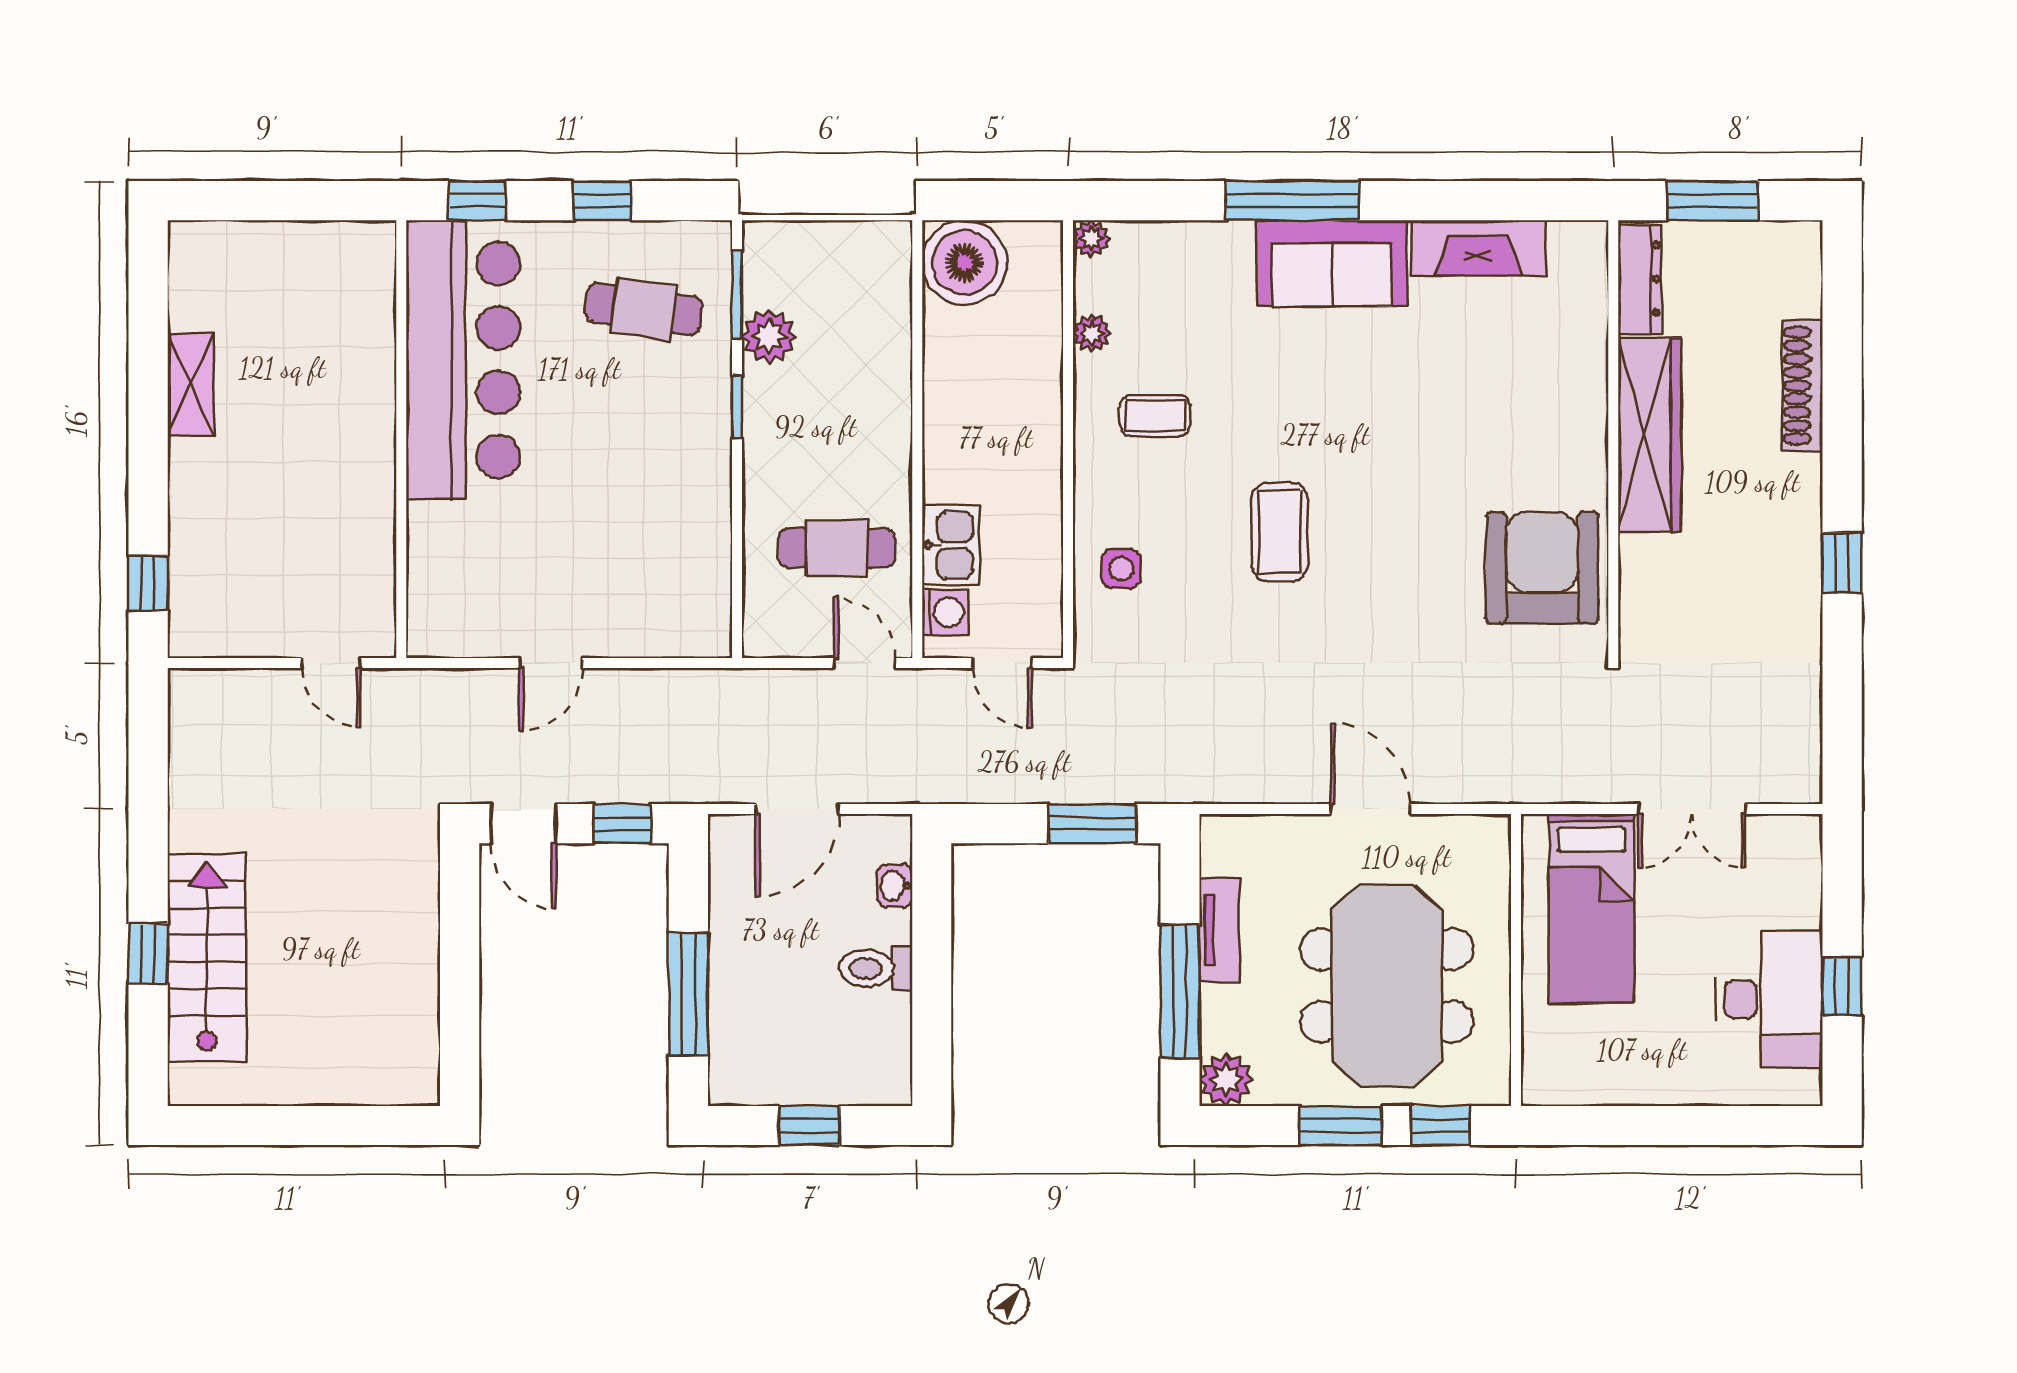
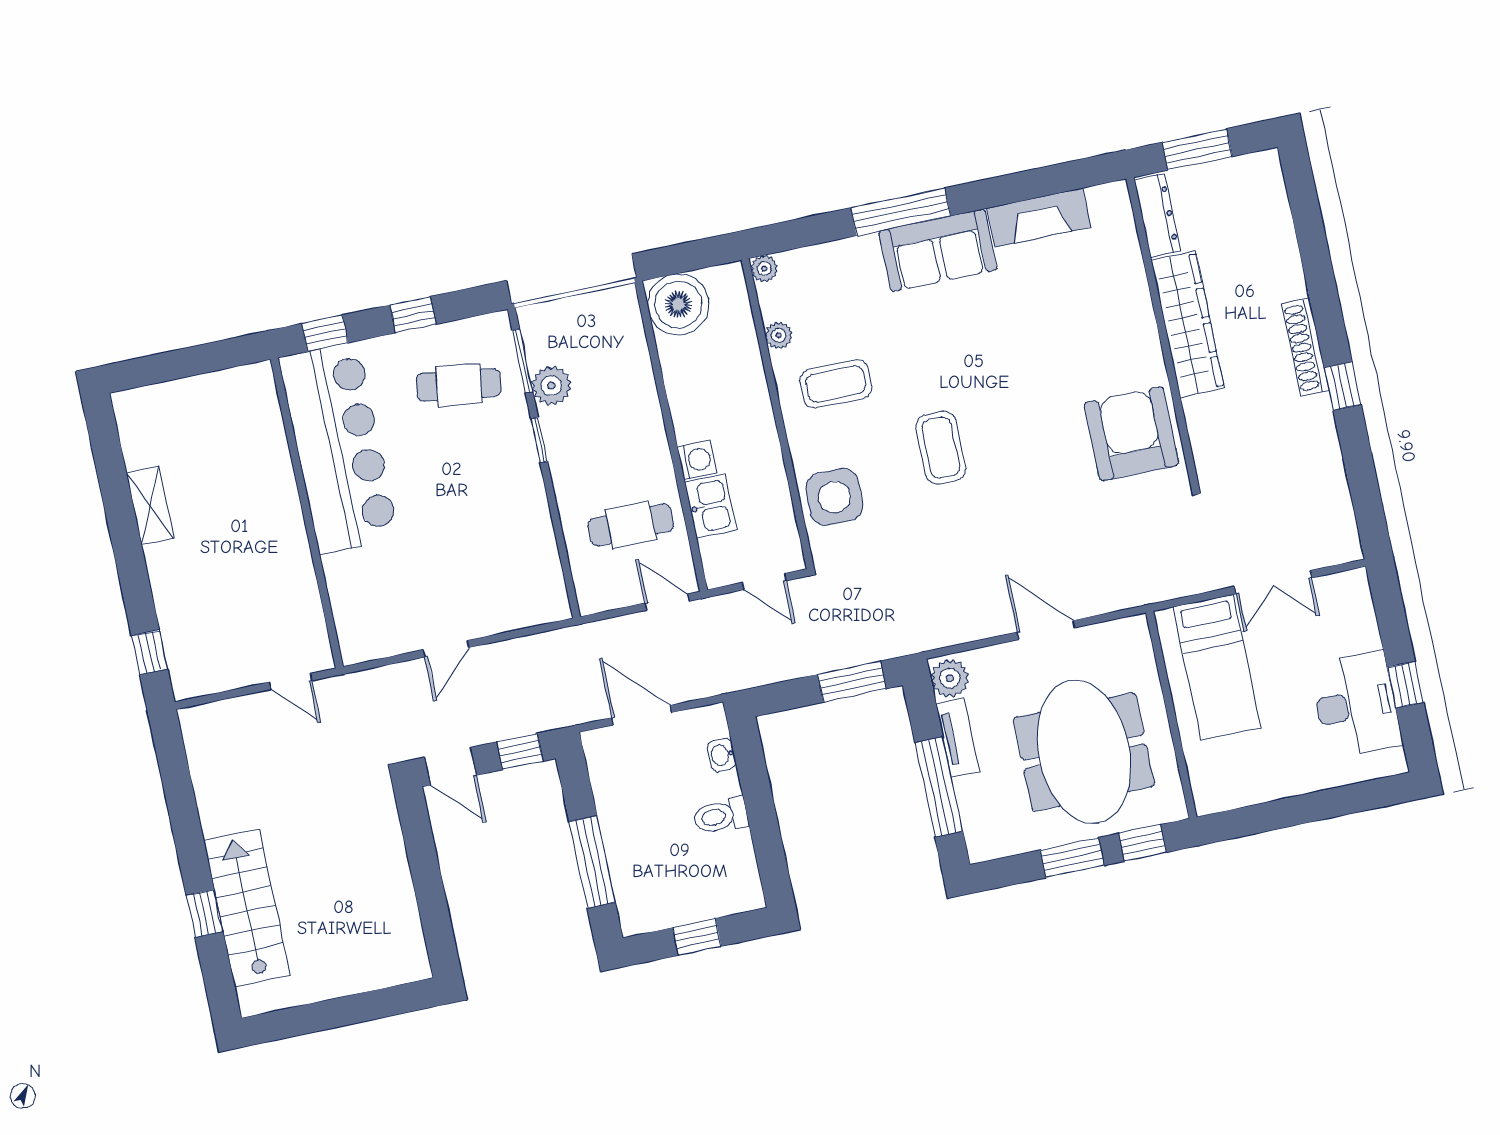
shoe rack: (1802, 386) -> (1305, 347), moved
coffee table: (1155, 415) -> (836, 384), width x1.36, depth x1.30
side table: (1121, 569) -> (834, 497), width x1.87, depth x1.87
washing machine: (945, 612) -> (697, 460), moved
door: (797, 809) -> (642, 715), swing flipped
plant: (1226, 1080) -> (950, 678), moved

